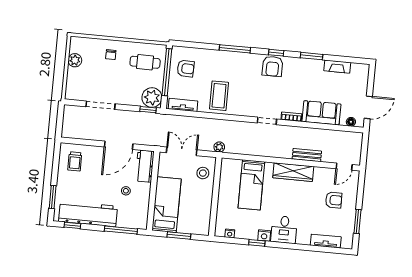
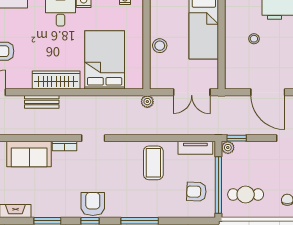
plant: (152, 98) -> (228, 148), width x0.53, depth x0.53
door: (119, 145) -> (268, 92), swing flipped
workbench: (145, 166) -> (234, 70), removed
stool: (203, 173) -> (160, 46), moved
bed: (251, 185) -> (105, 60), width x1.50

